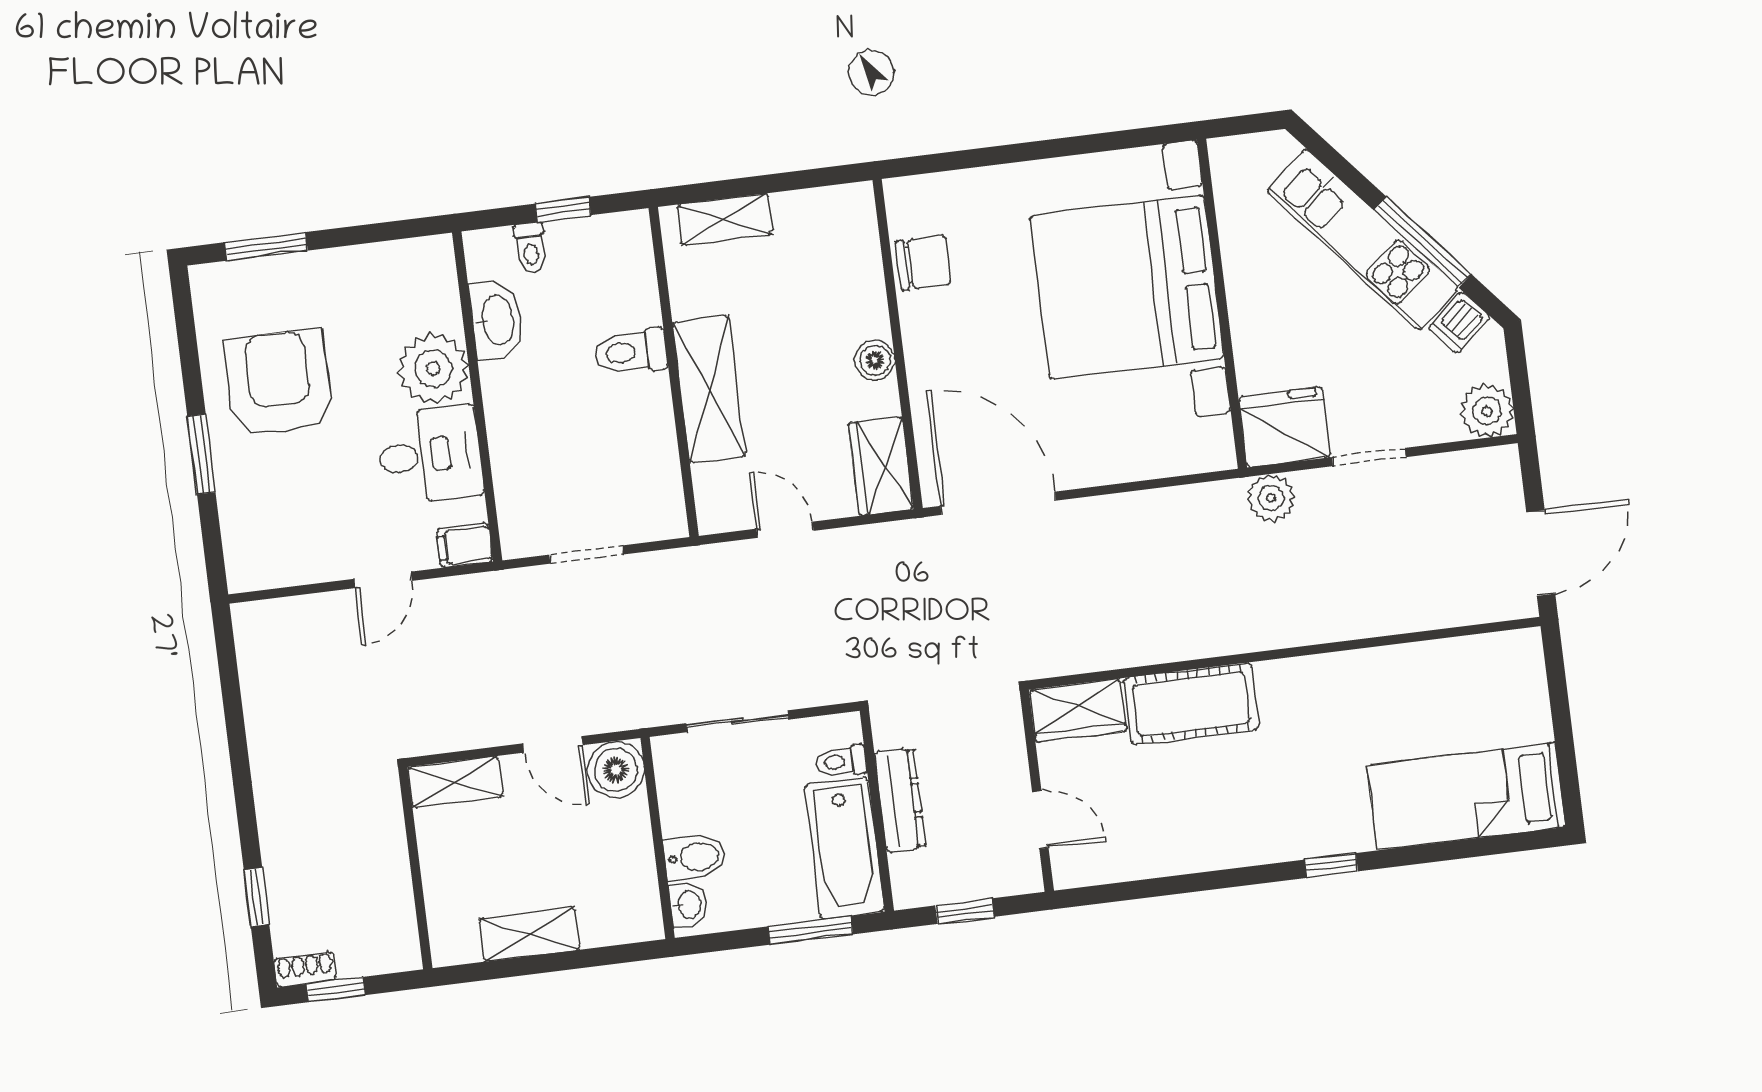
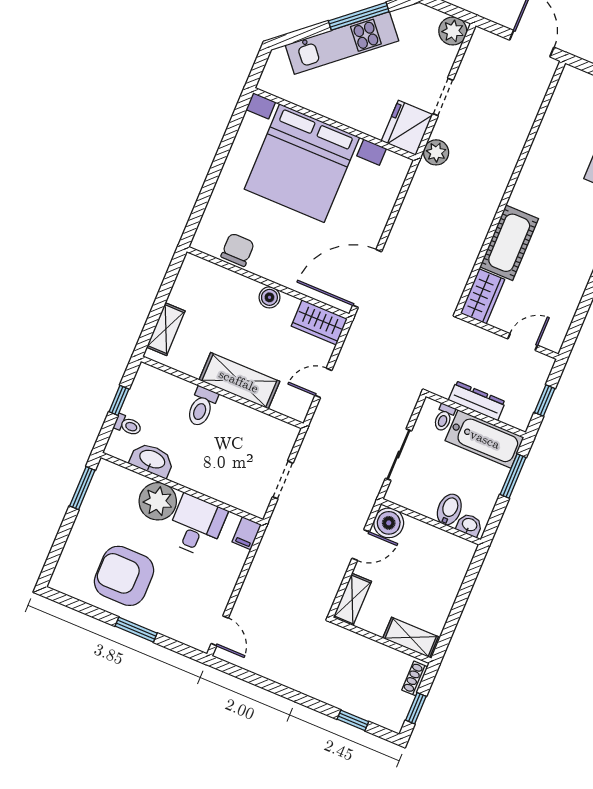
window: (266, 246) -> (82, 488), moved
dishwasher: (1459, 323) -> (405, 20), removed
door: (383, 580) -> (220, 631), moved
shelving: (530, 934) -> (411, 637), moved, turned 90
shoe rack: (305, 969) -> (415, 678), moved

